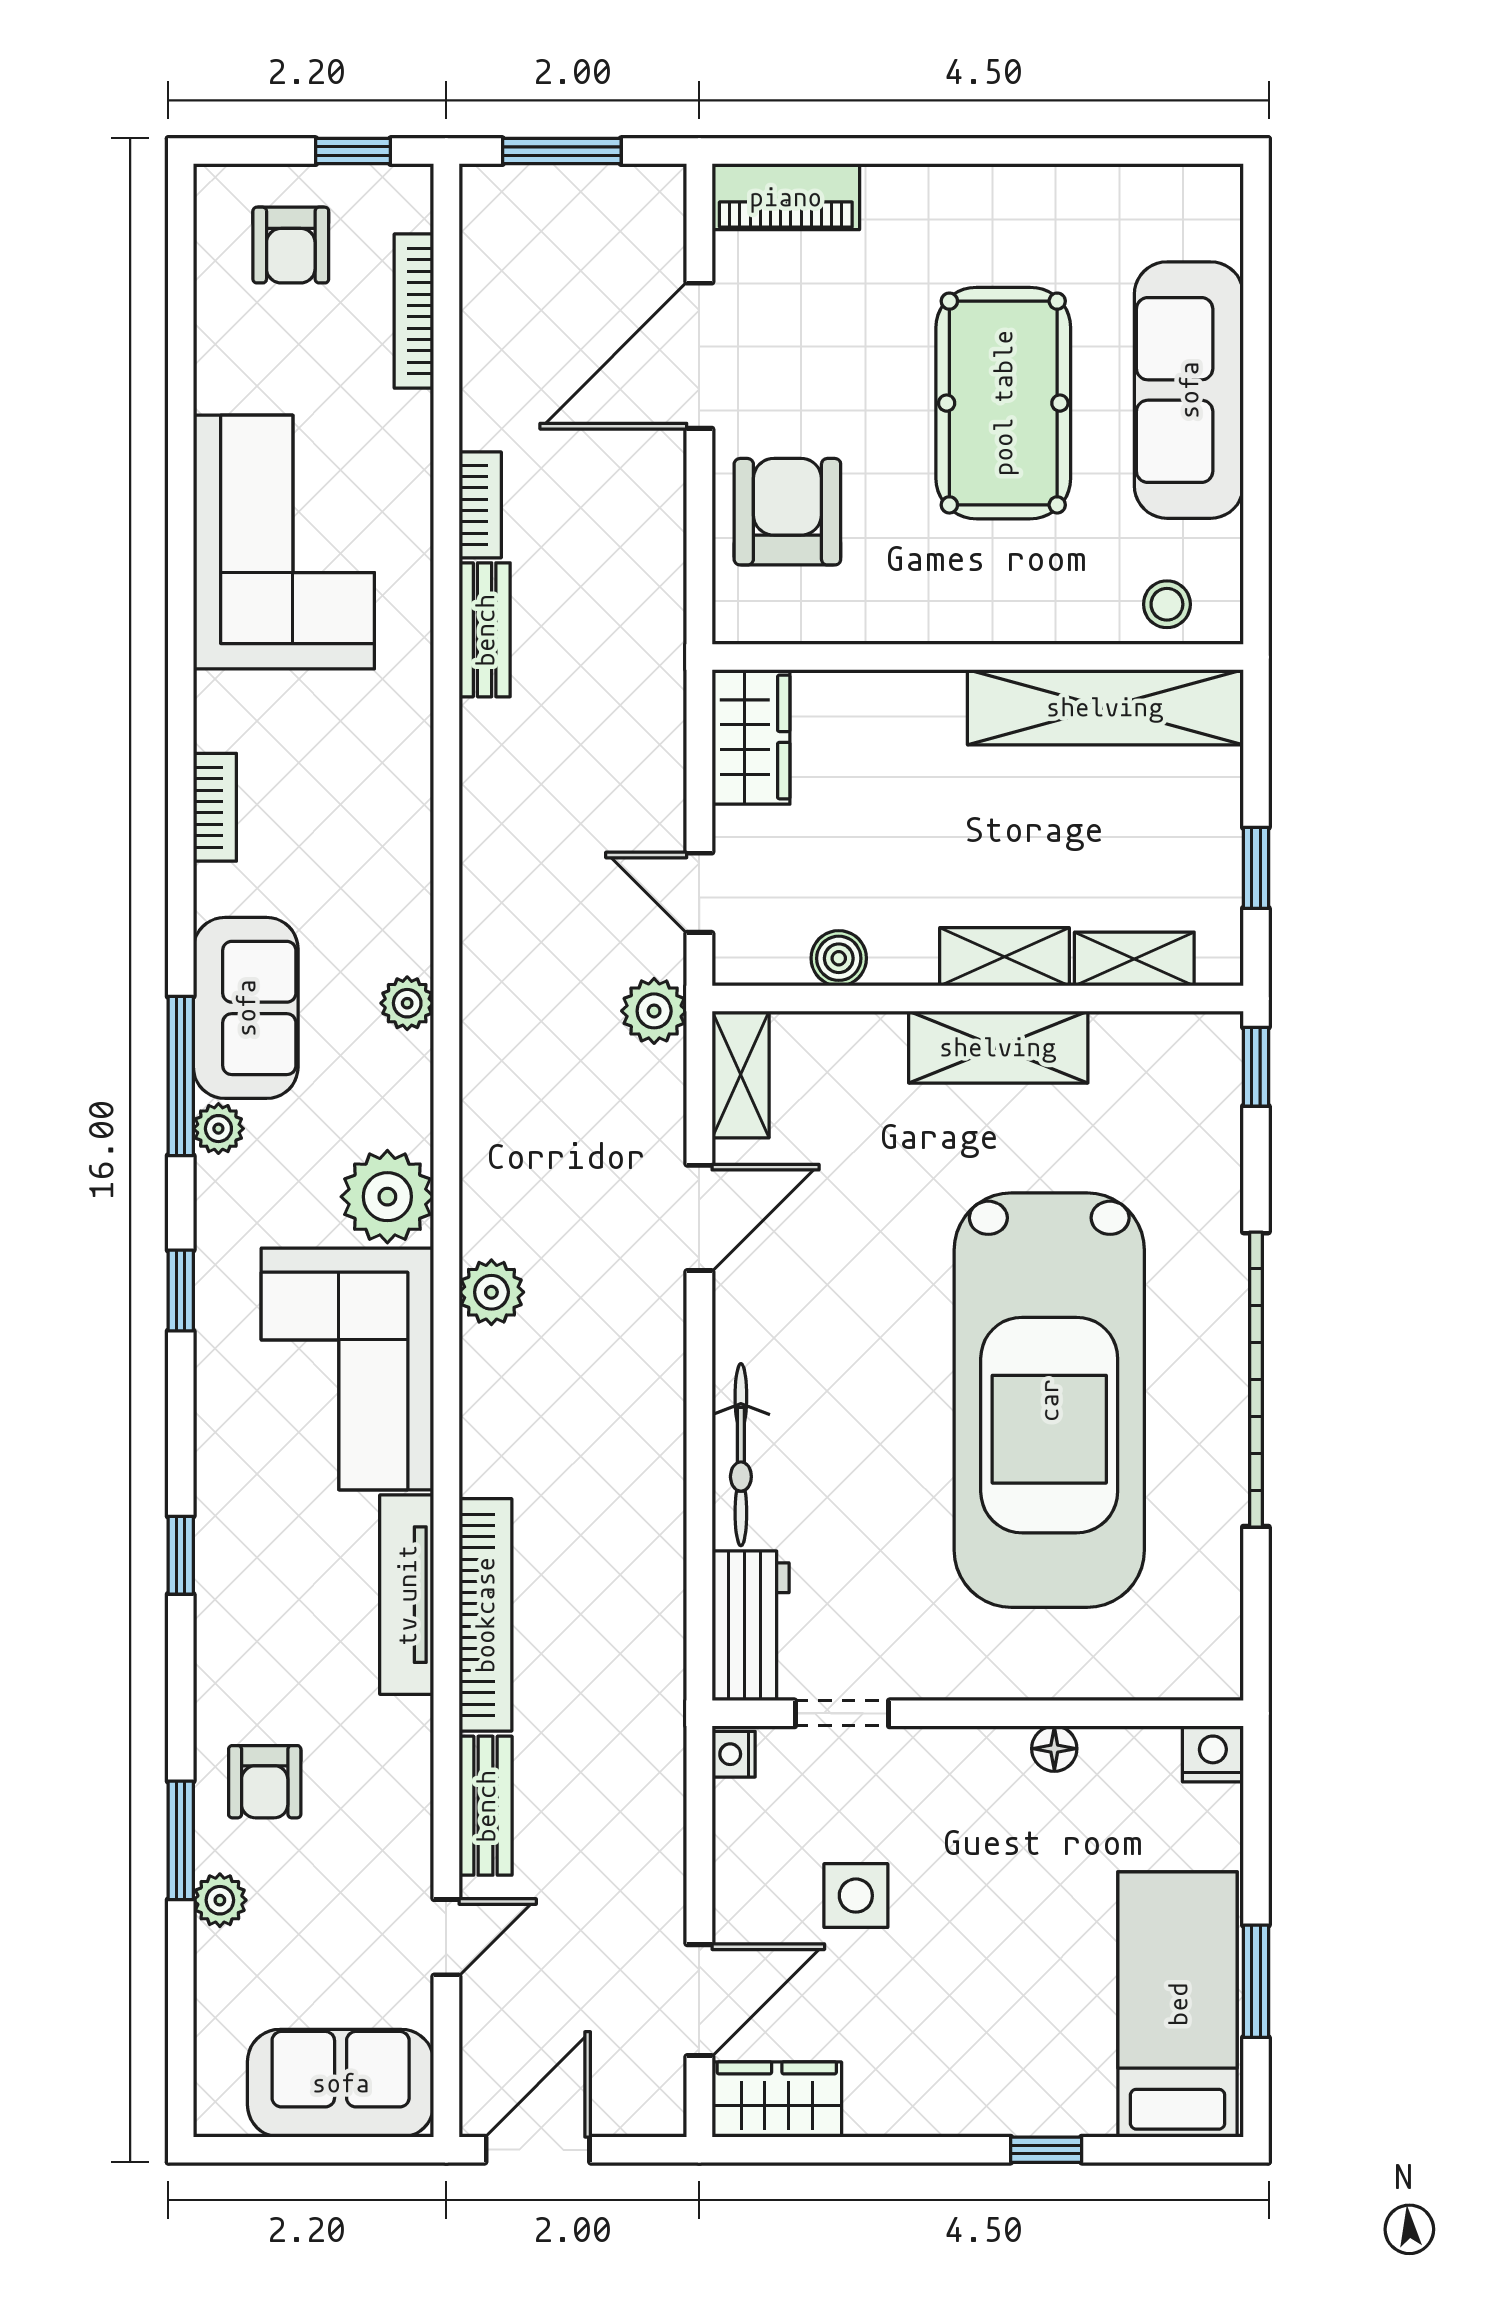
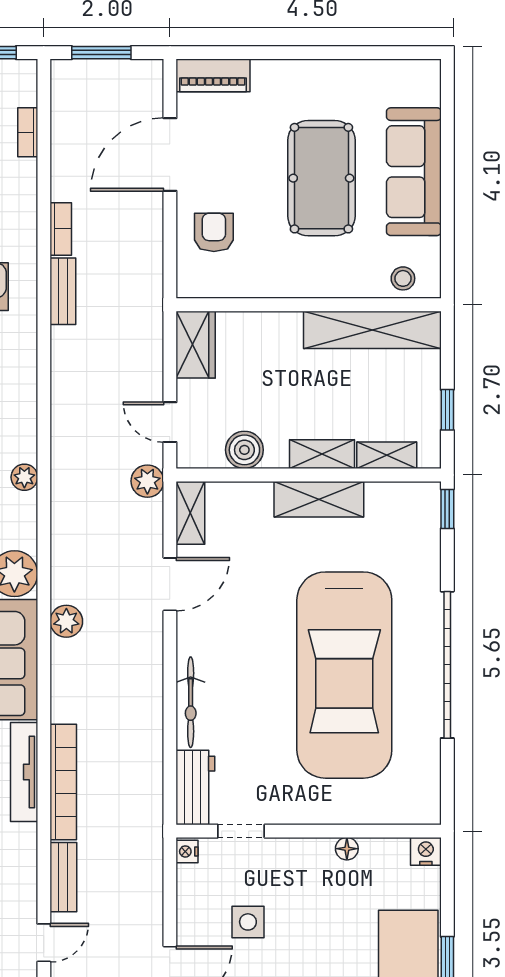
bookcase: (414, 311) -> (28, 132), width x0.64
armchair: (787, 512) -> (214, 232), width x0.72, depth x0.72
boiler: (839, 958) -> (244, 450), width x1.36, depth x1.36

